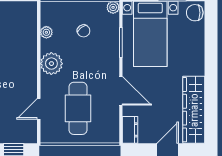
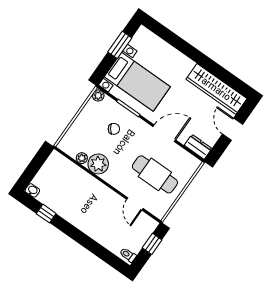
chair: (195, 13) -> (145, 37), removed
chair: (84, 31) -> (114, 129), moved
plant: (51, 64) -> (98, 164), moved

